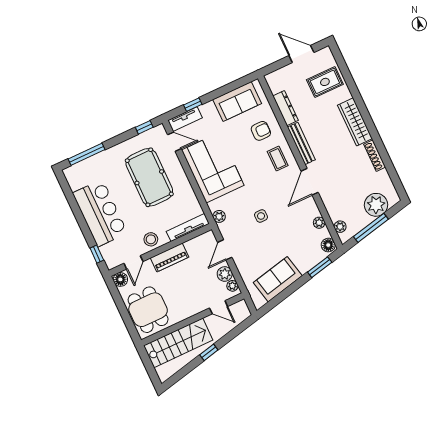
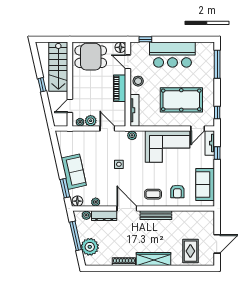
dresser: (286, 108) -> (104, 216), moved
sofa: (278, 279) -> (74, 172), moved

